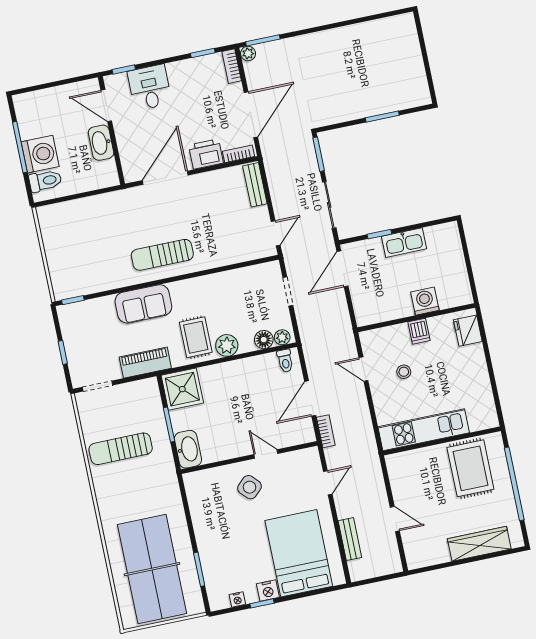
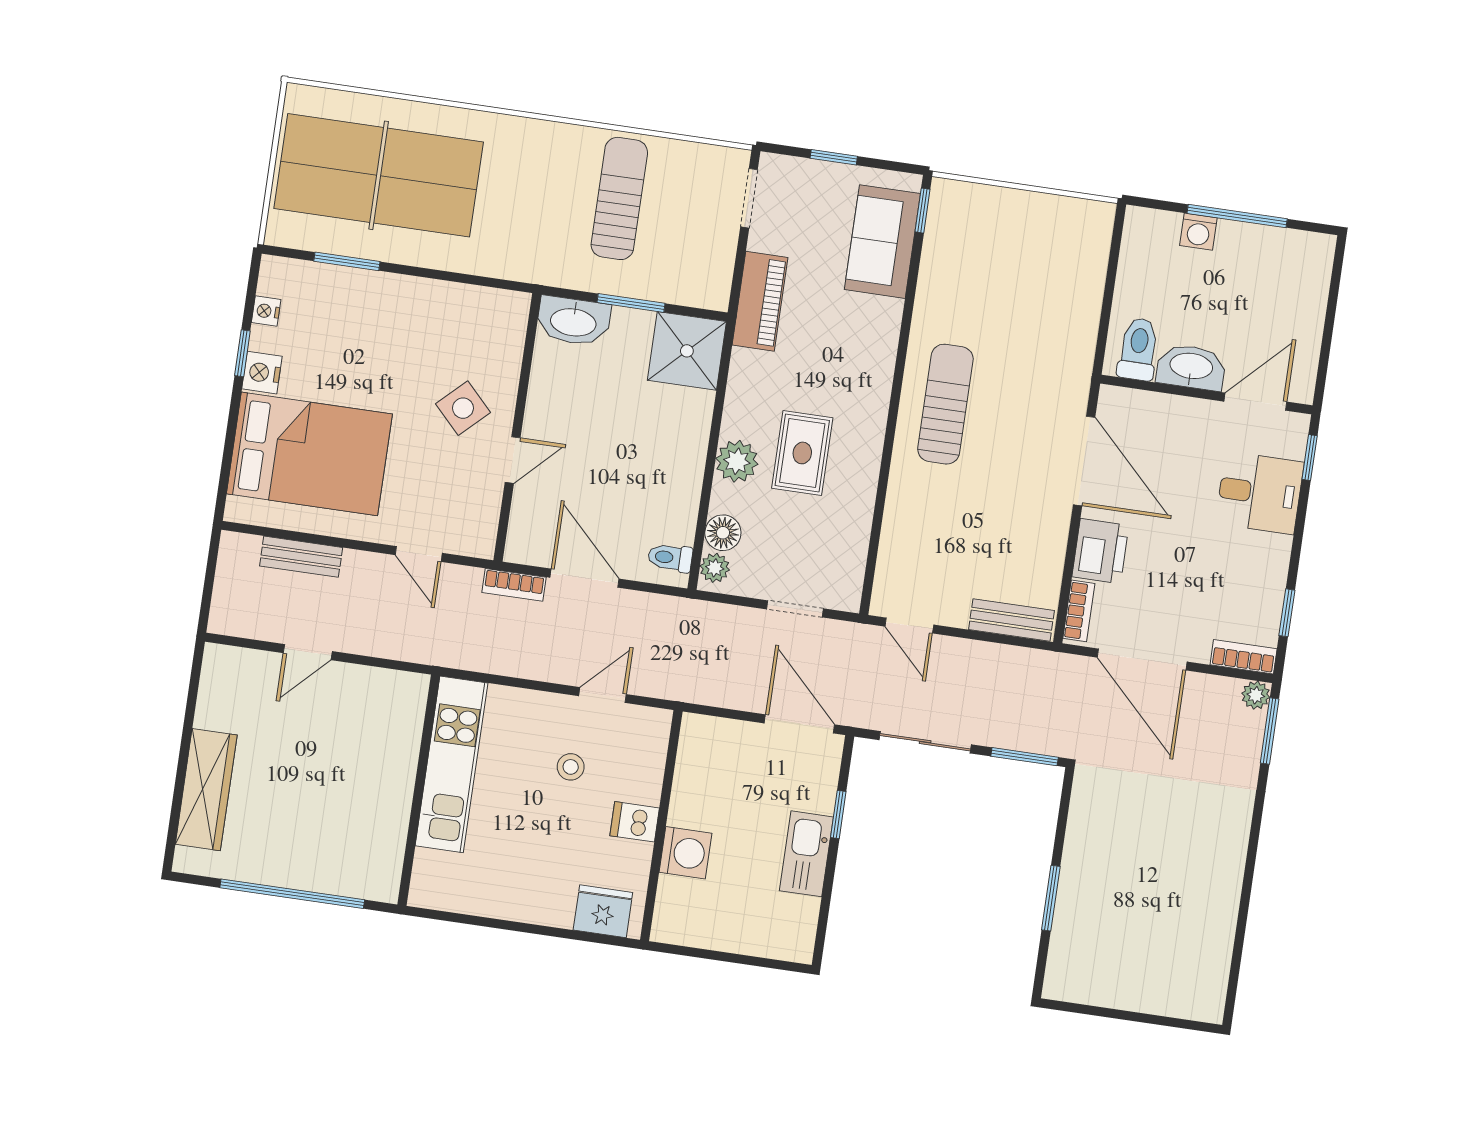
washing machine: (40, 154) -> (1198, 232), width x0.53, depth x0.53
toilet: (45, 181) -> (1138, 349), moved, turned 180
sofa: (143, 304) -> (882, 242), moved
rug: (196, 337) -> (802, 453), moved, turned 90
rug: (470, 468) -> (350, 824), removed

